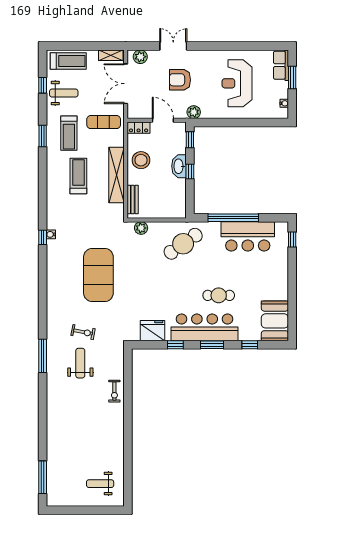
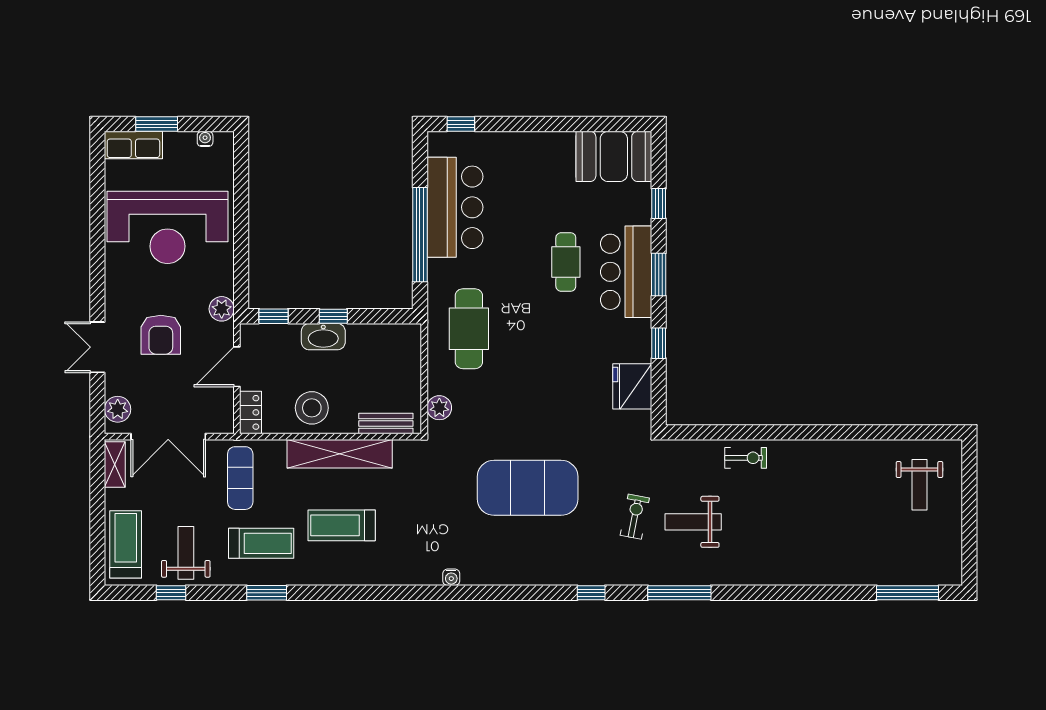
reception desk: (237, 83) -> (167, 227), width x1.36, depth x1.30
window: (43, 237) -> (591, 593), moved
cafe table: (183, 244) -> (469, 329), turned 35
bar counter: (205, 327) -> (626, 272), width x0.73

